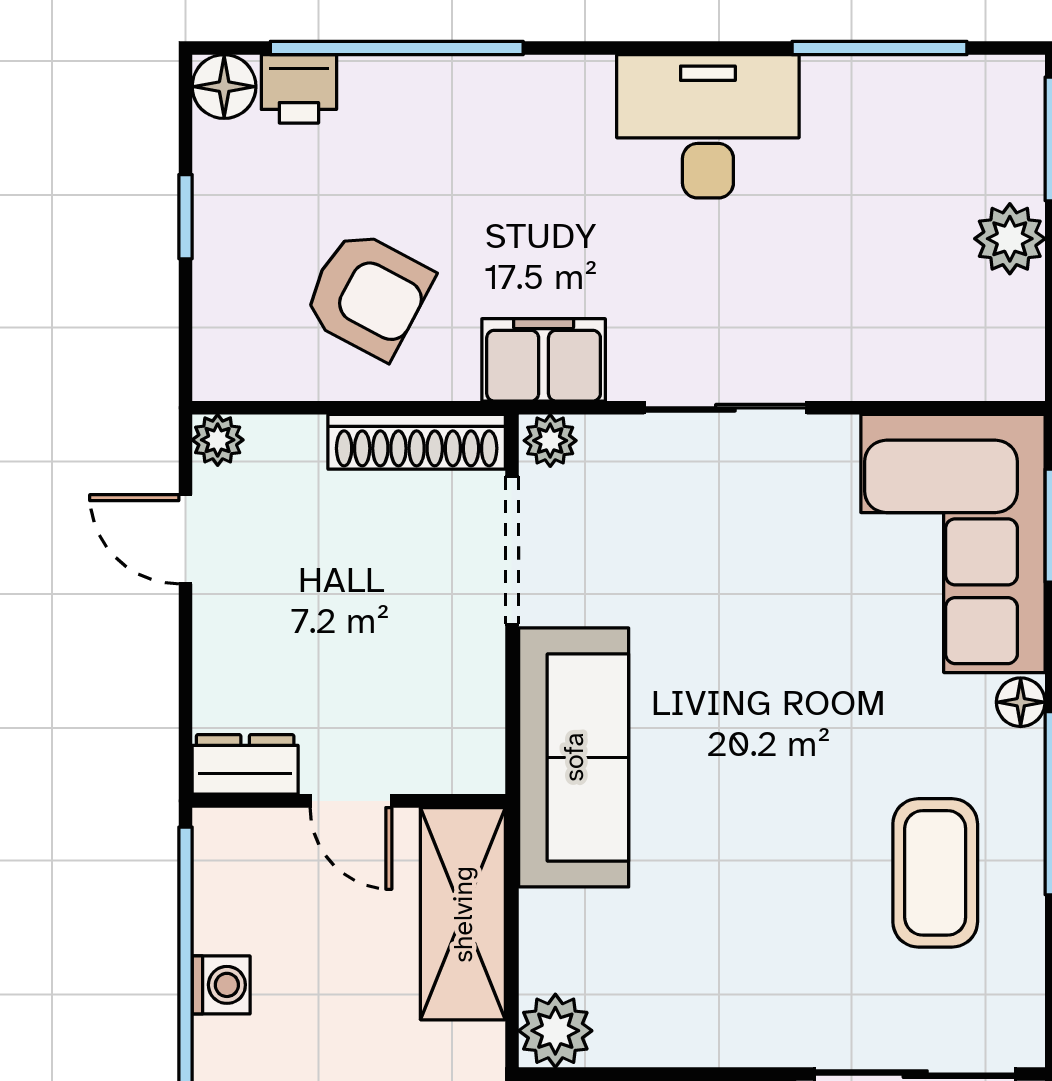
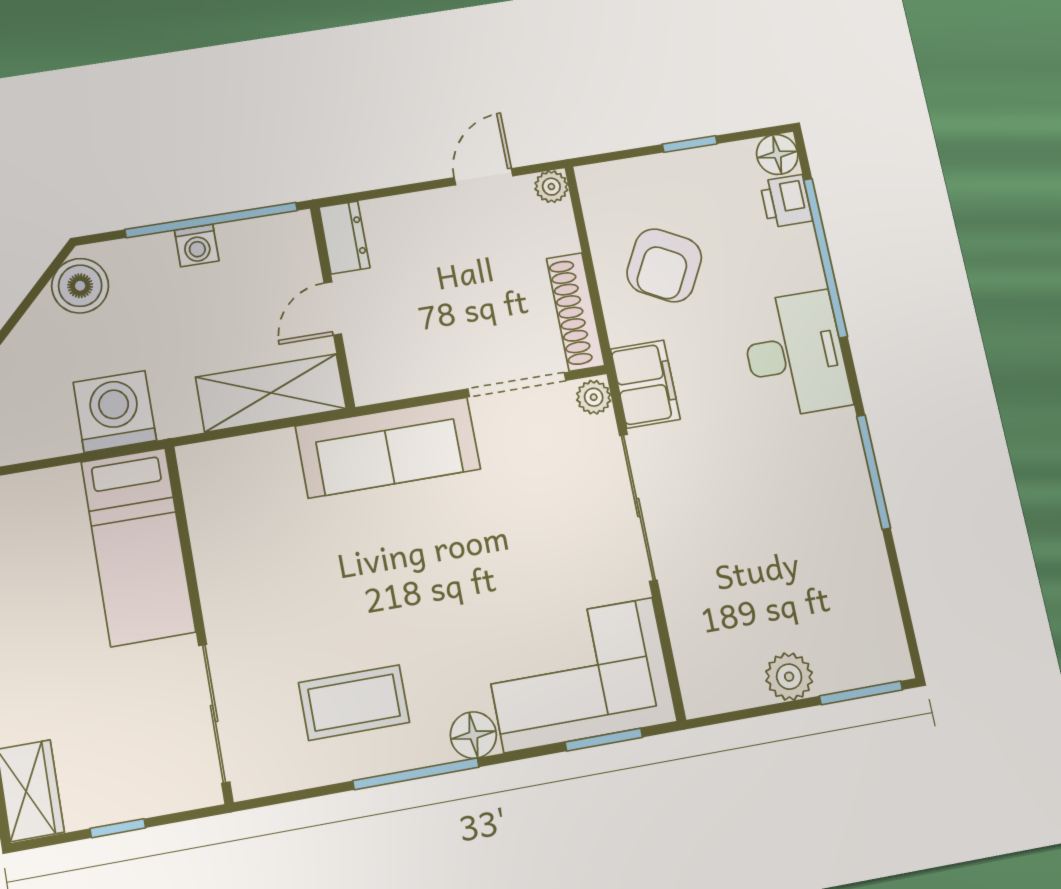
window: (880, 48) -> (874, 472), moved
desk: (708, 126) -> (795, 354), moved
sliding door: (725, 408) -> (638, 508), width x1.37
floor lamp: (1021, 702) -> (473, 735), width x1.37, depth x1.37
plant: (555, 1031) -> (203, 466), removed

